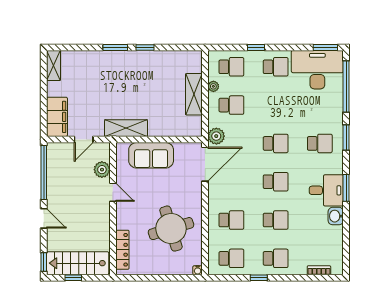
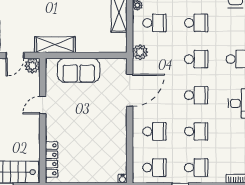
school desk: (276, 105) -> (196, 23), added
door: (205, 164) -> (130, 90), moved
plant: (102, 170) -> (32, 66), moved
door: (113, 192) -> (43, 105), swing flipped
round table: (171, 229) -> (97, 139), removed

